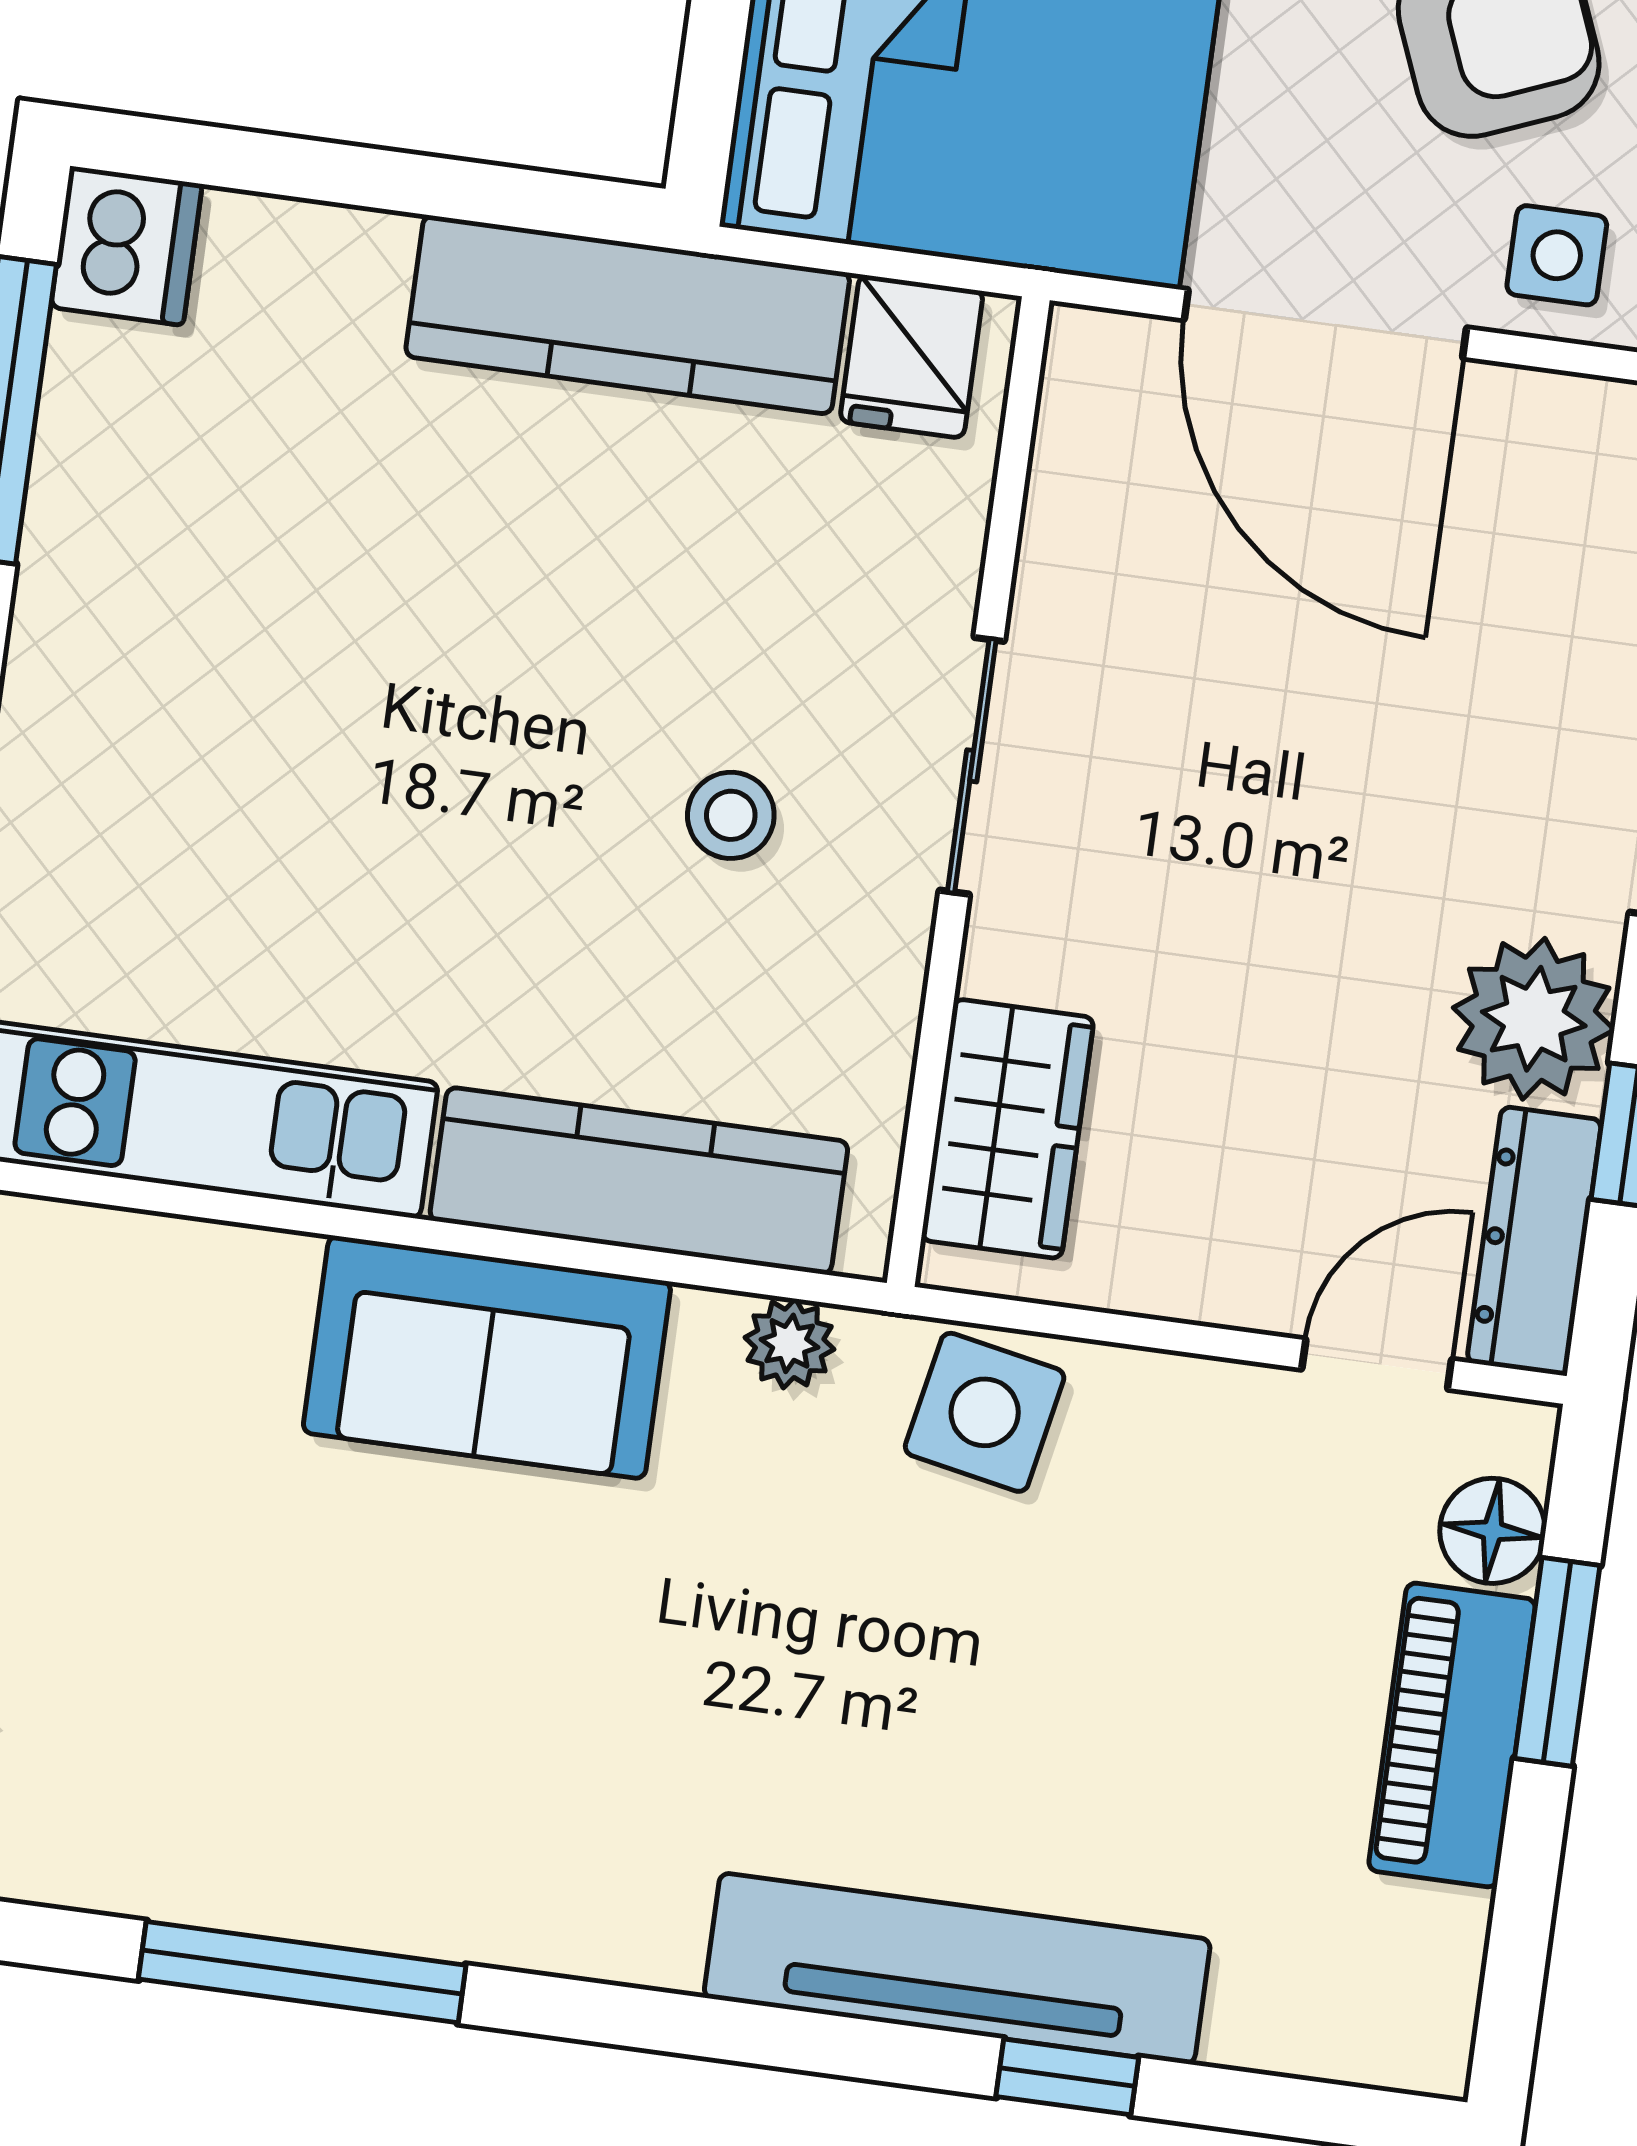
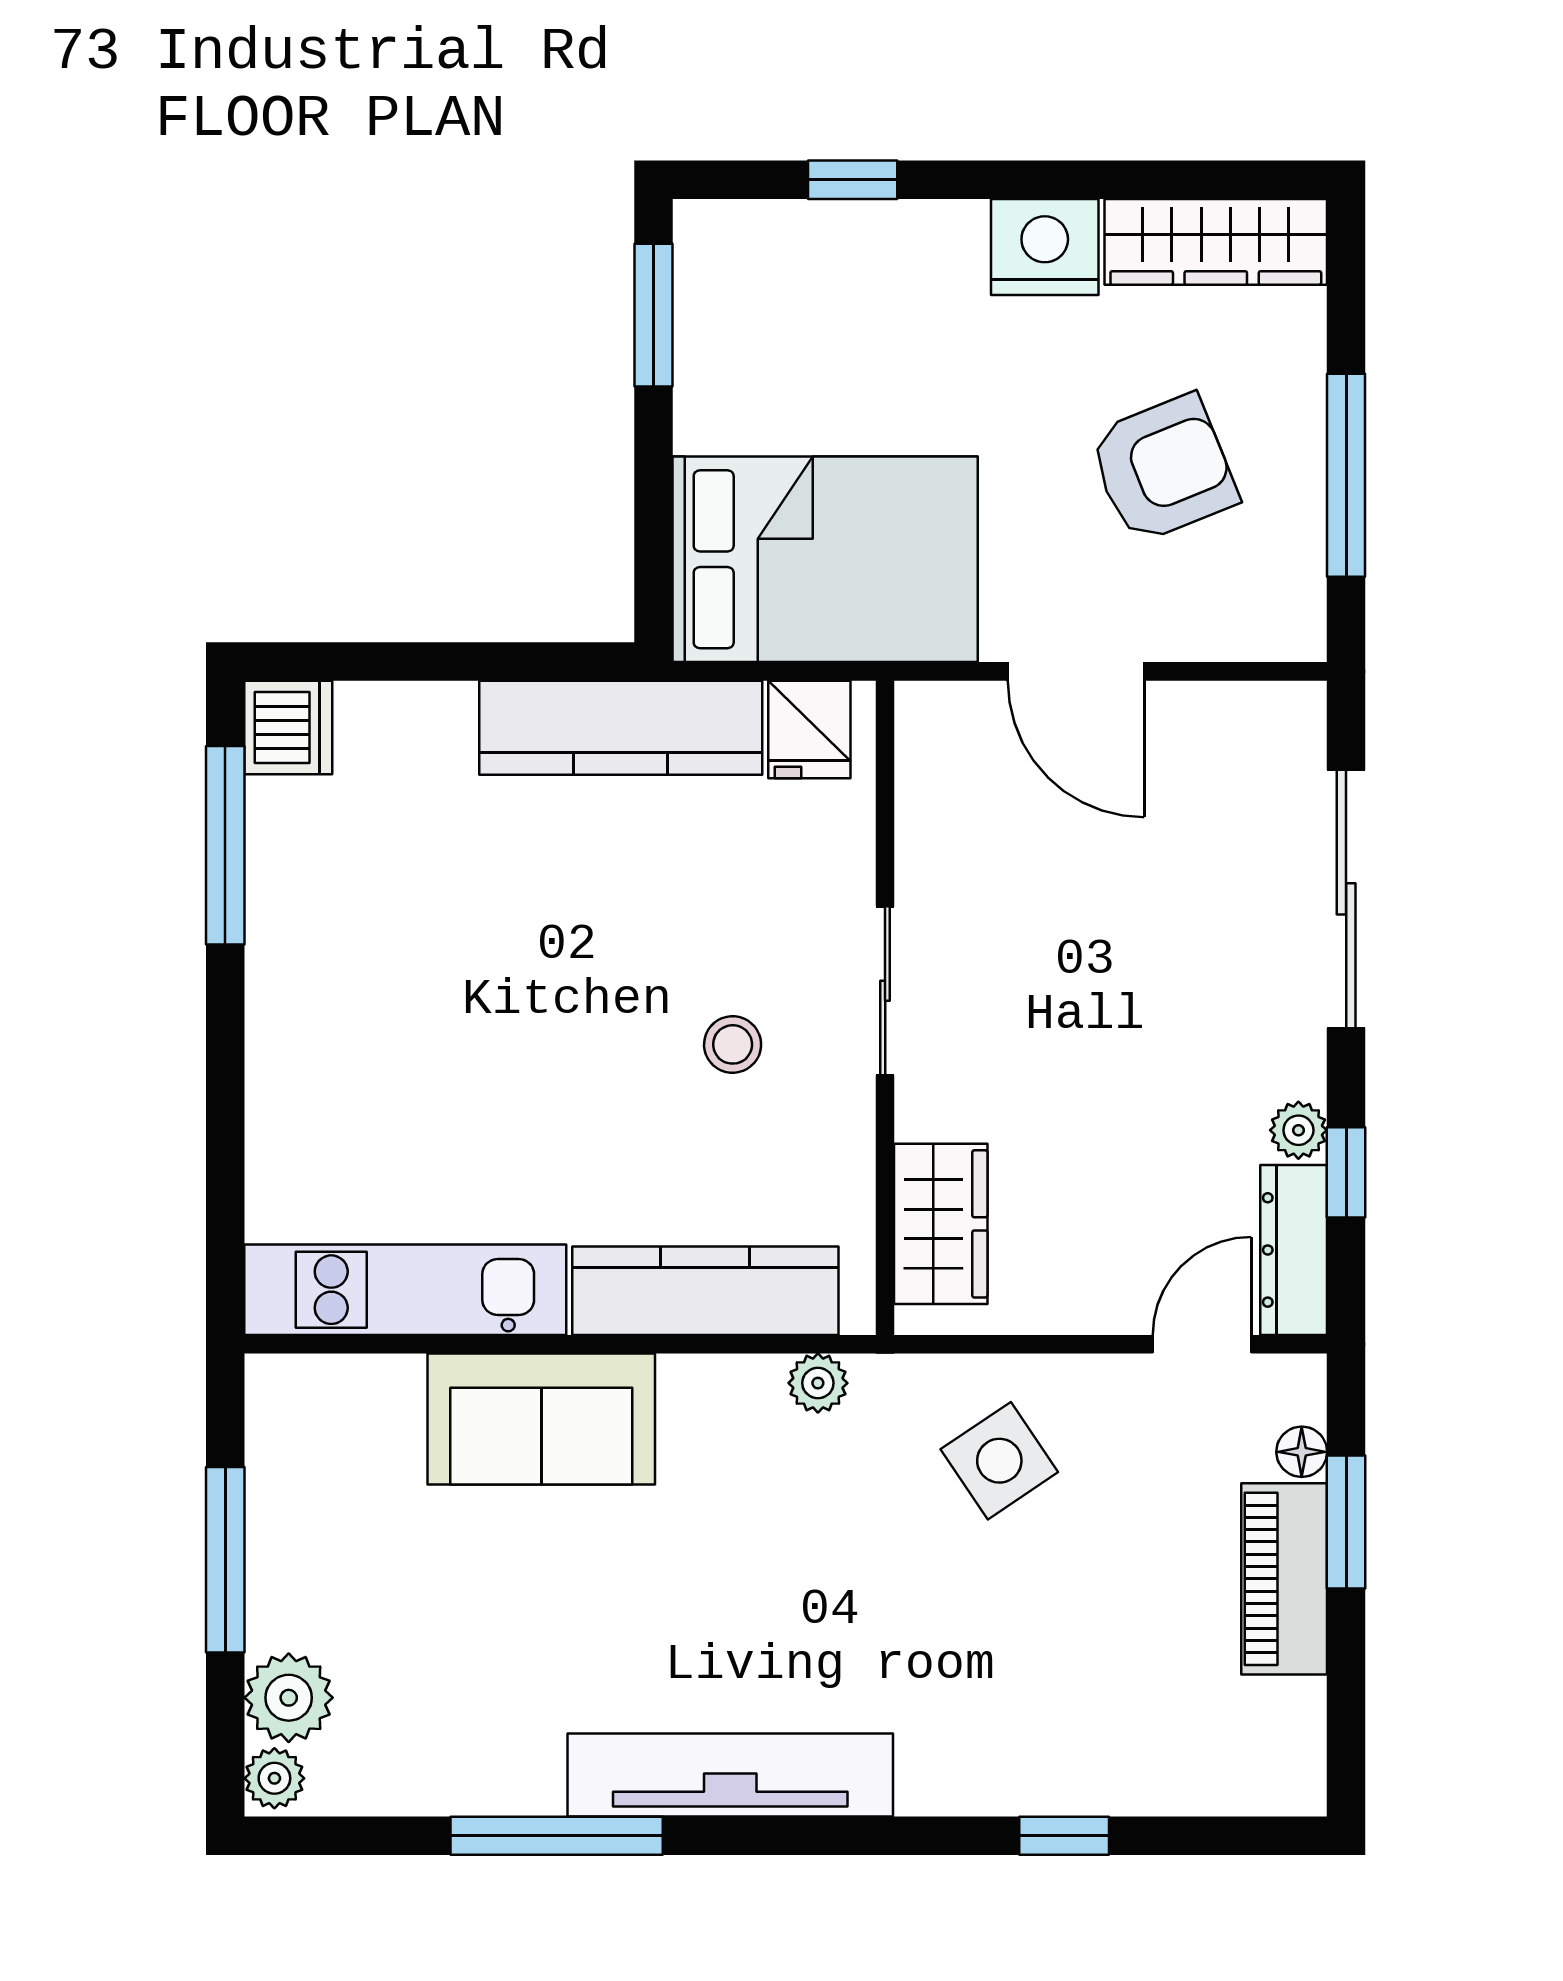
side table: (1557, 255) -> (1220, 606), removed
door: (1325, 324) -> (1076, 671), width x0.73
plant: (1534, 1019) -> (1298, 1130), width x0.53, depth x0.53
sofa: (487, 1357) -> (541, 1419), moved
side table: (985, 1412) -> (999, 1461), moved, turned 45
floor lamp: (1493, 1531) -> (1302, 1452), width x0.73, depth x0.73
tv unit: (957, 1969) -> (730, 1775), moved

